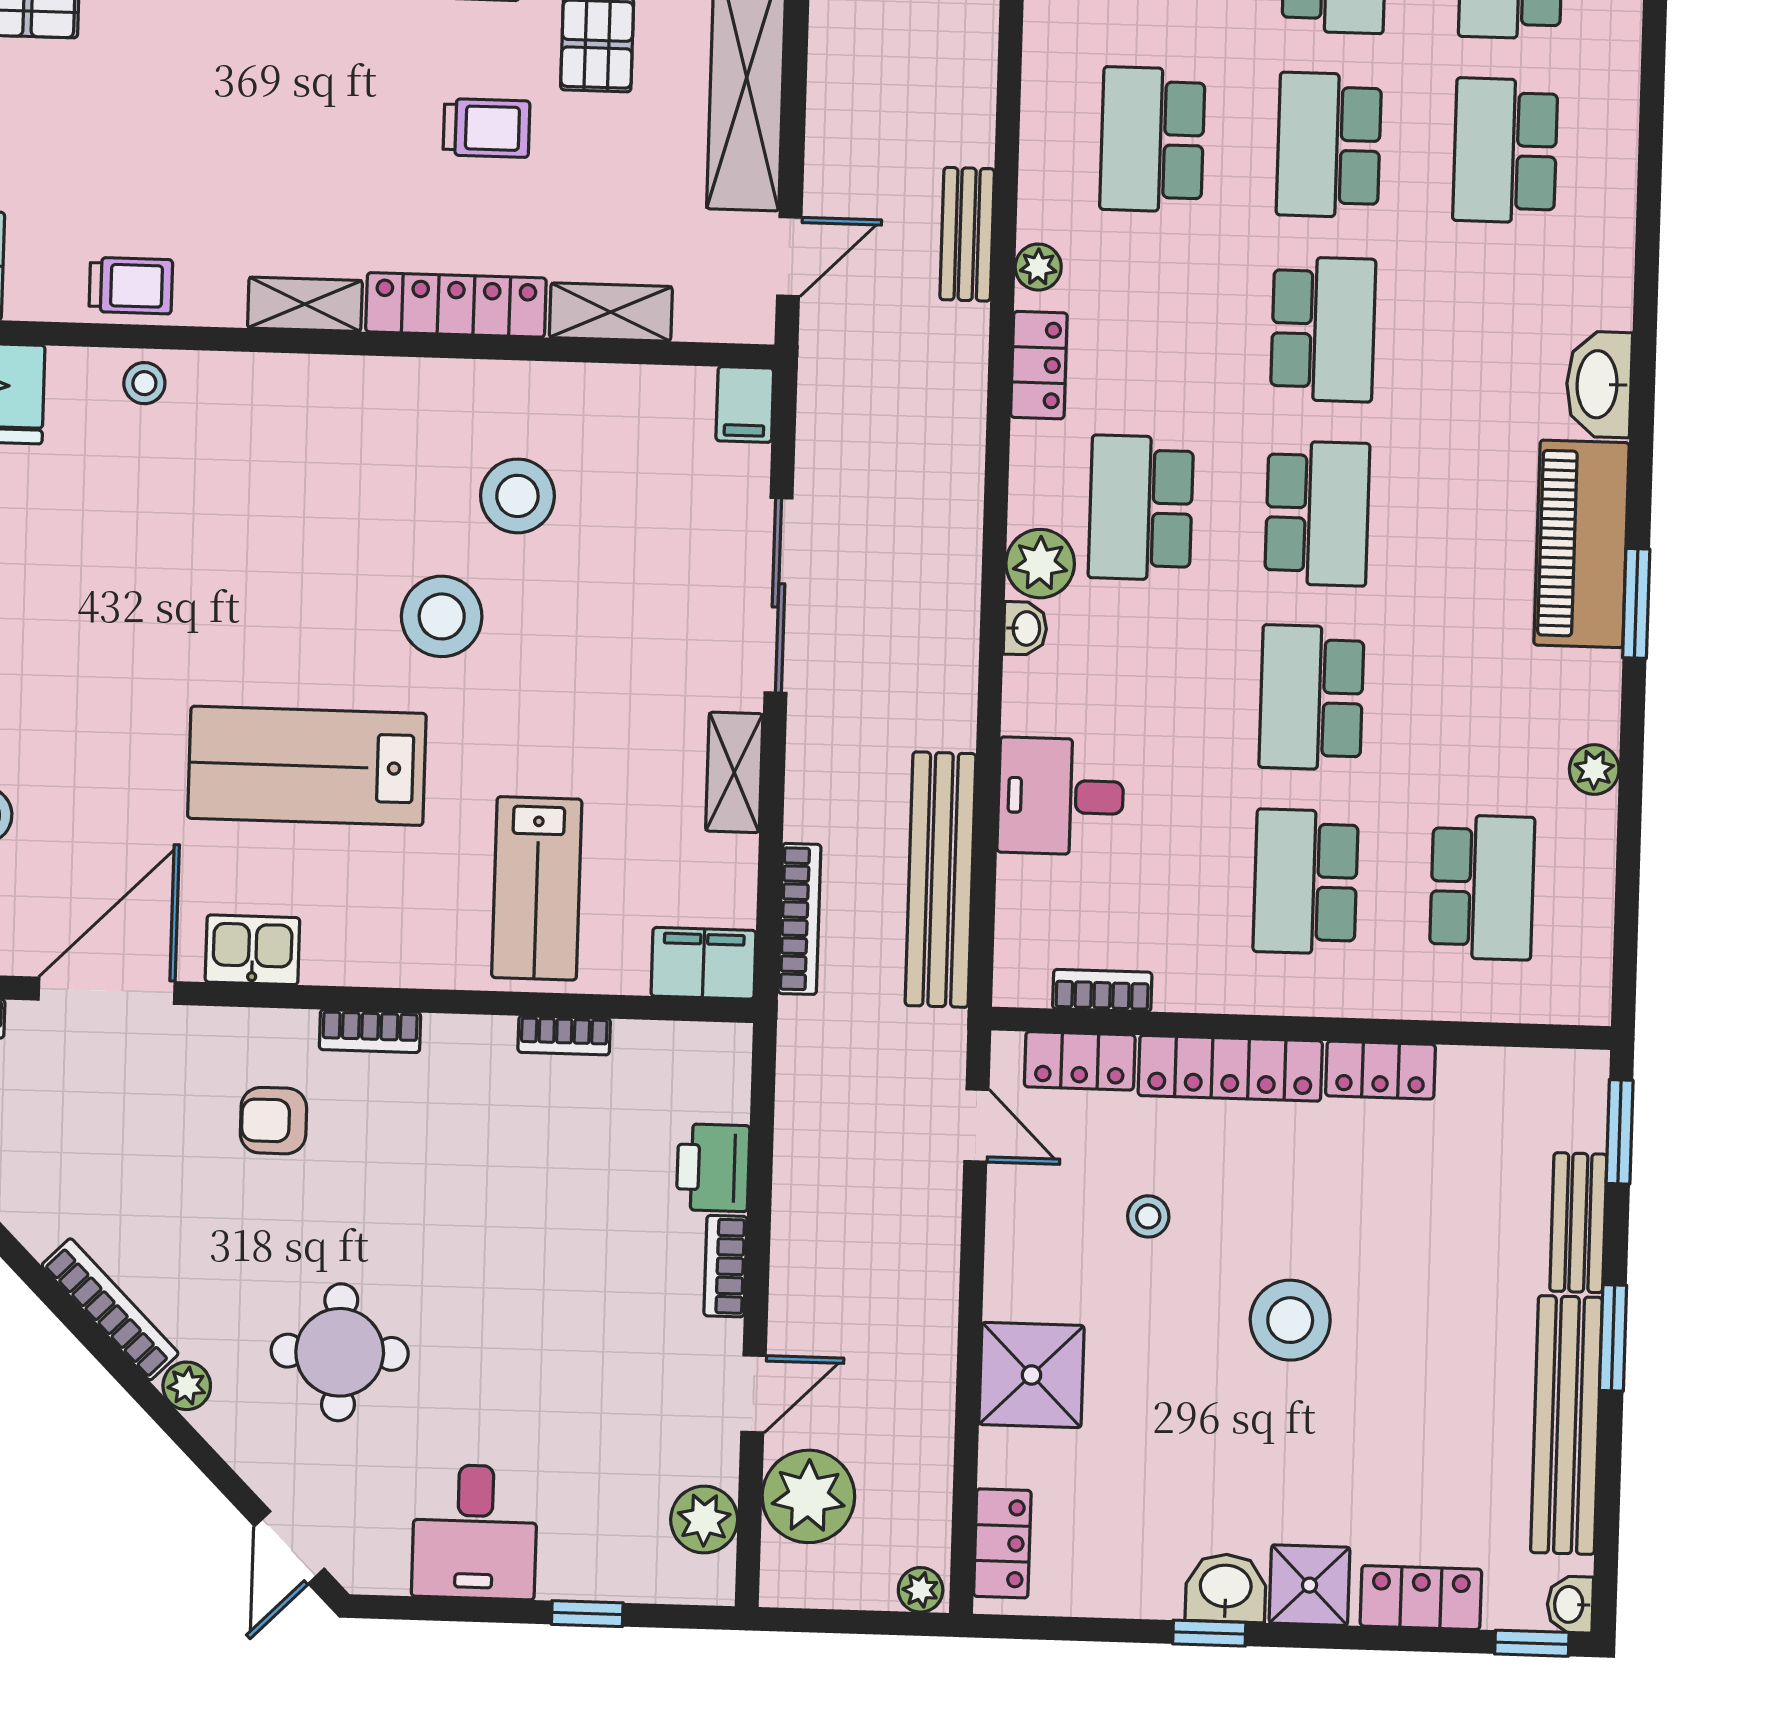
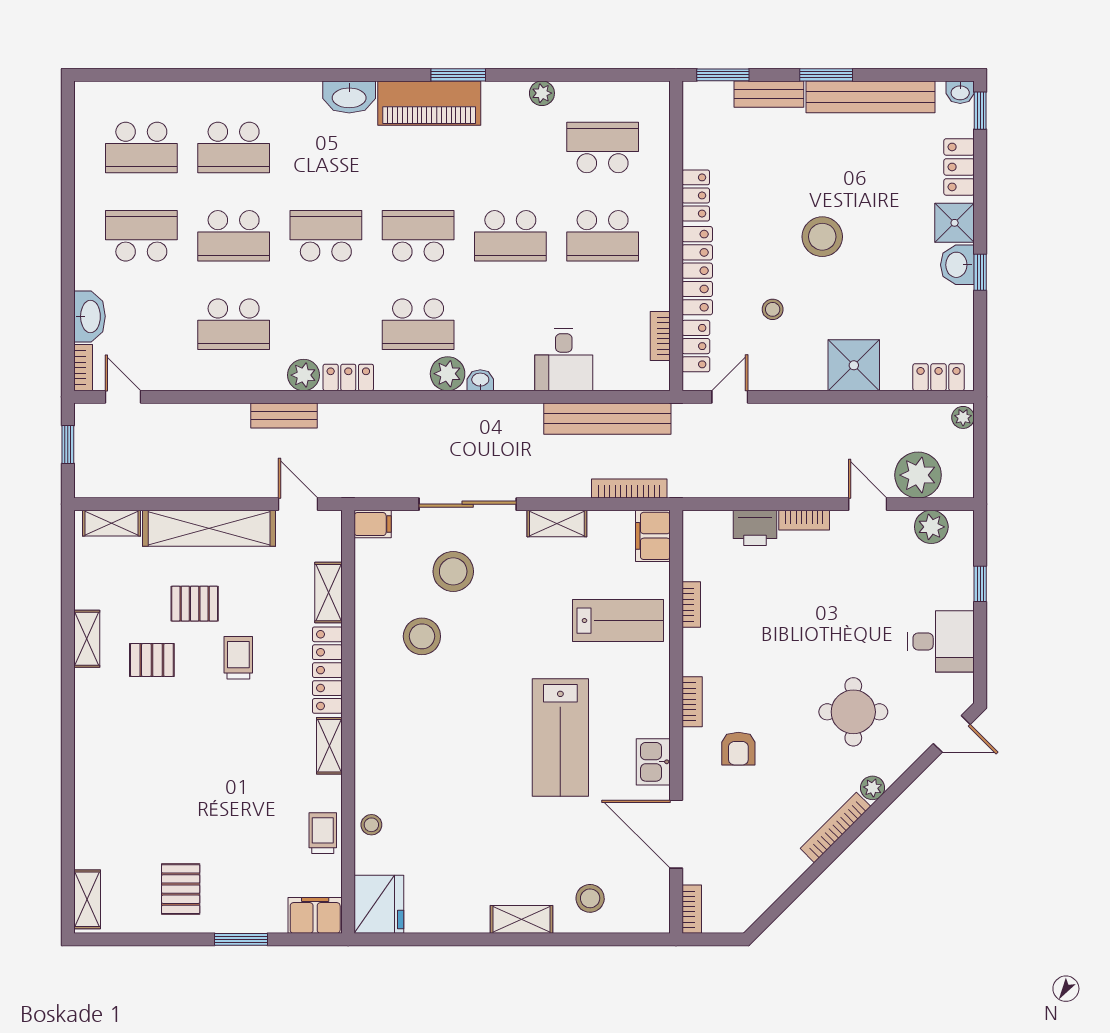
plant: (1038, 267) -> (304, 375), width x1.38, depth x1.38
stool: (442, 616) -> (453, 571), moved

